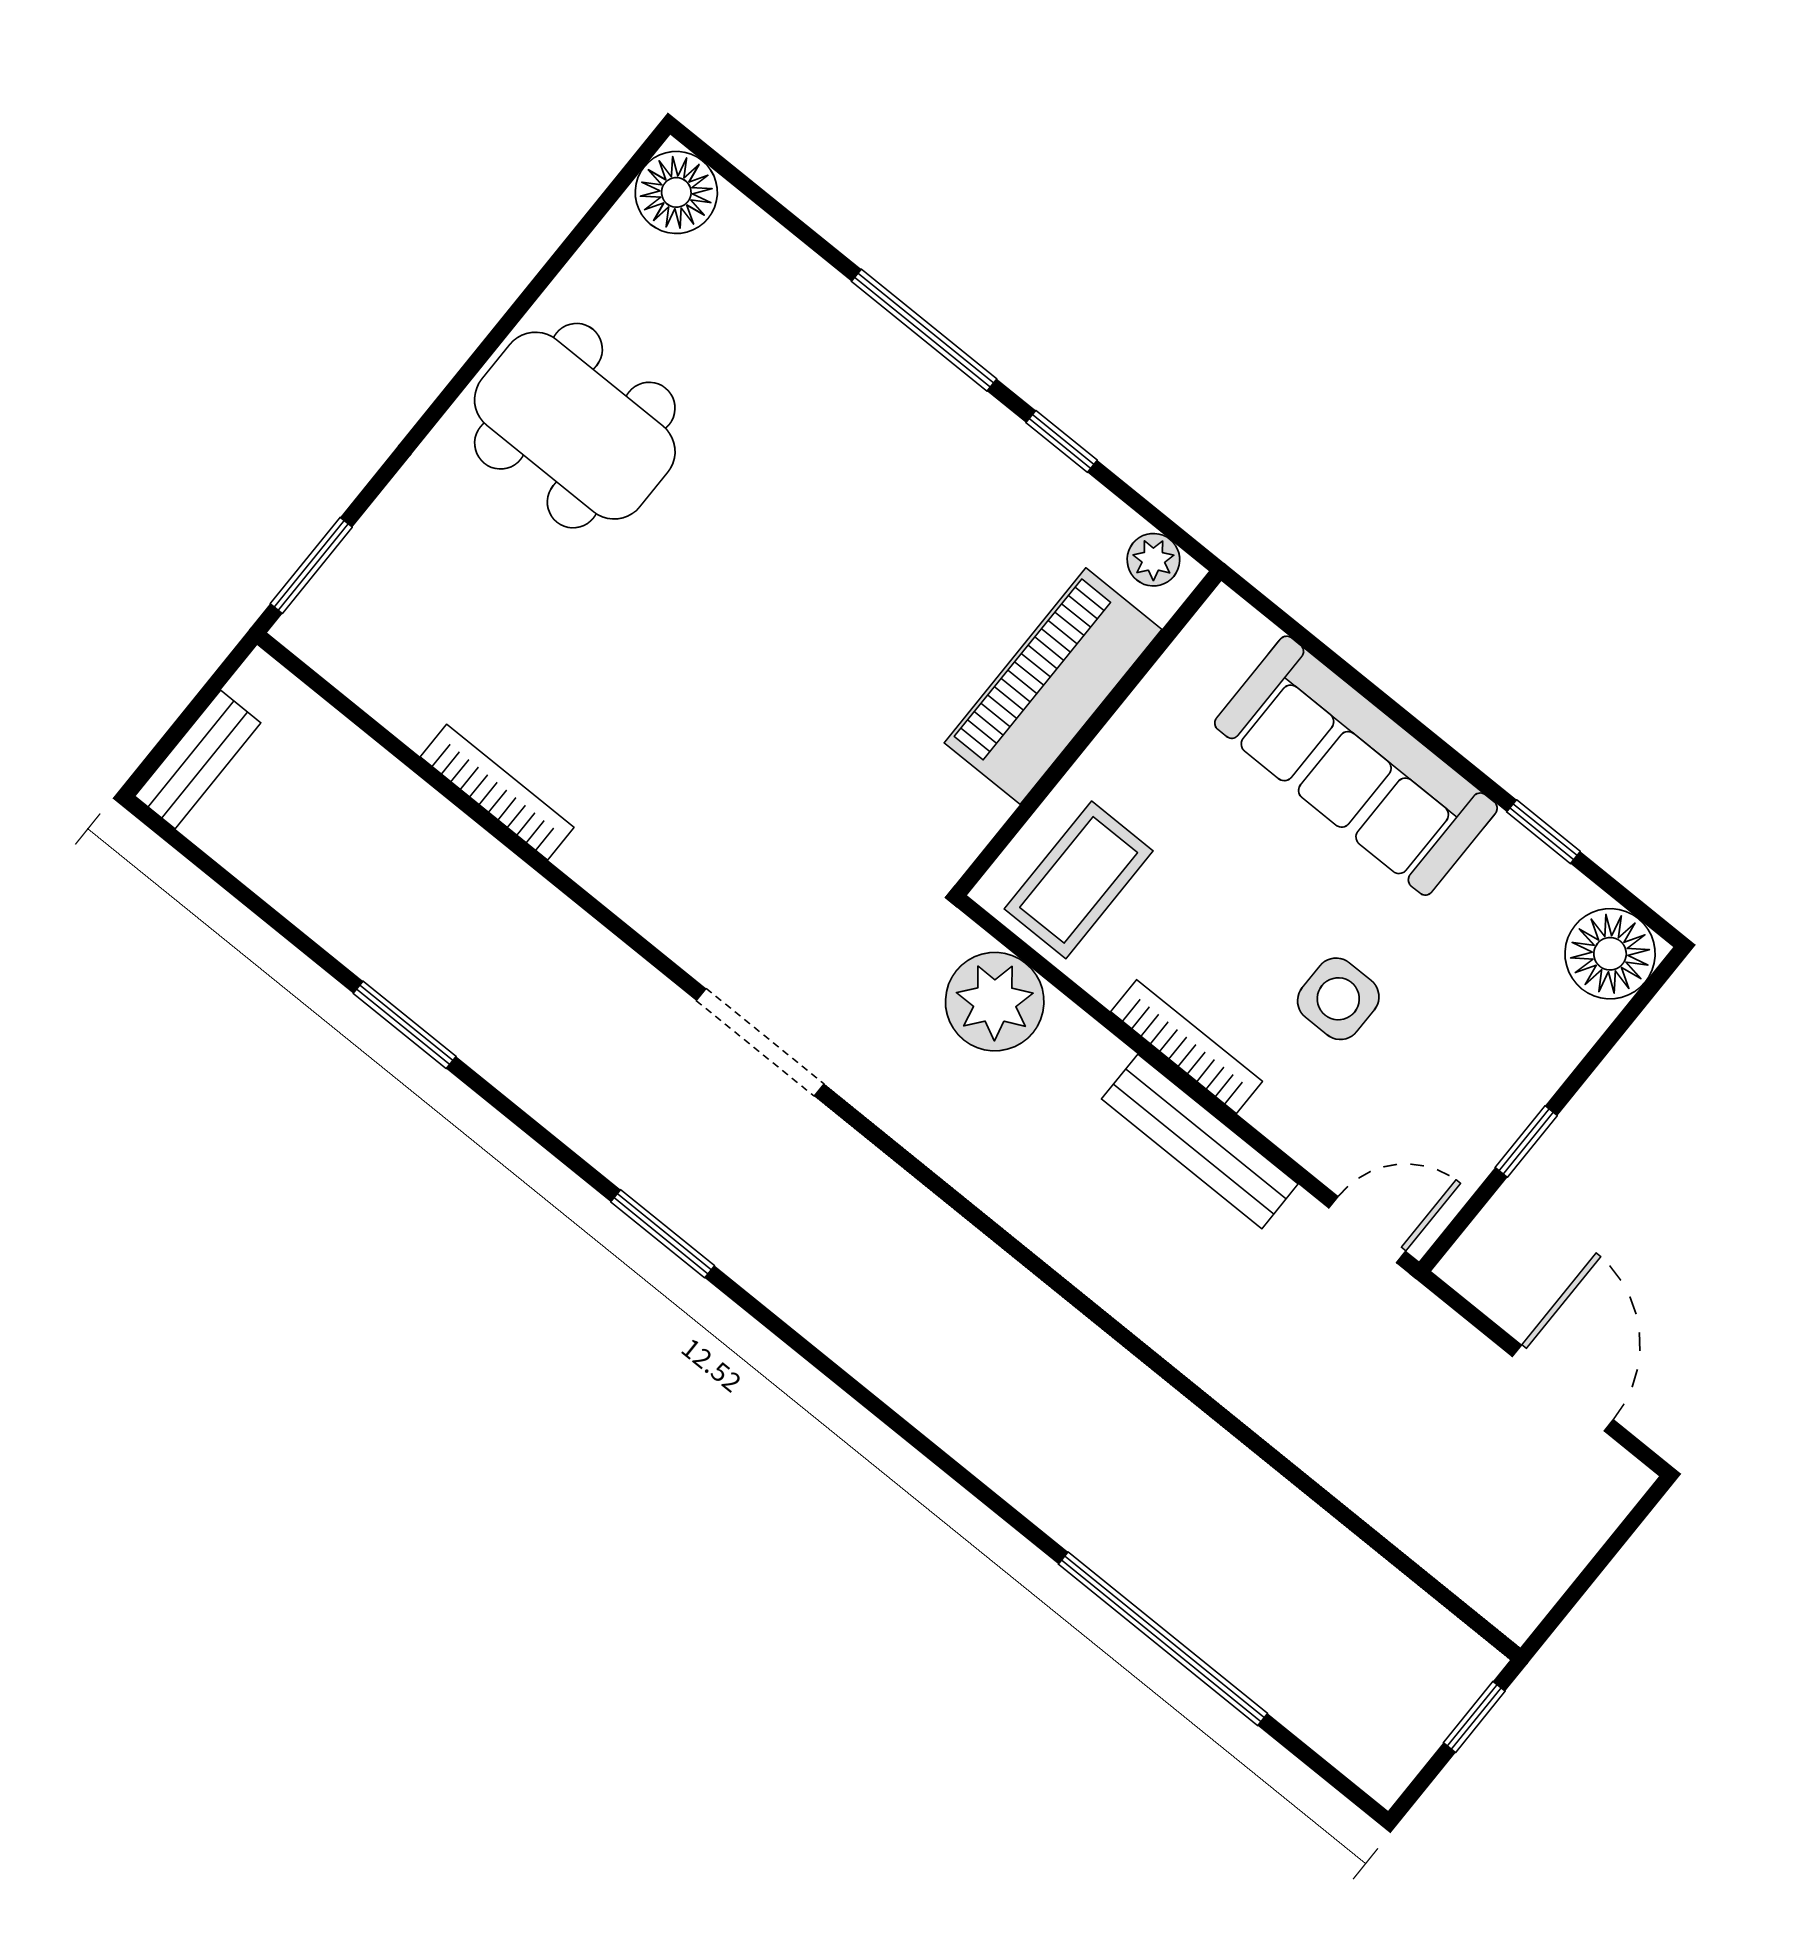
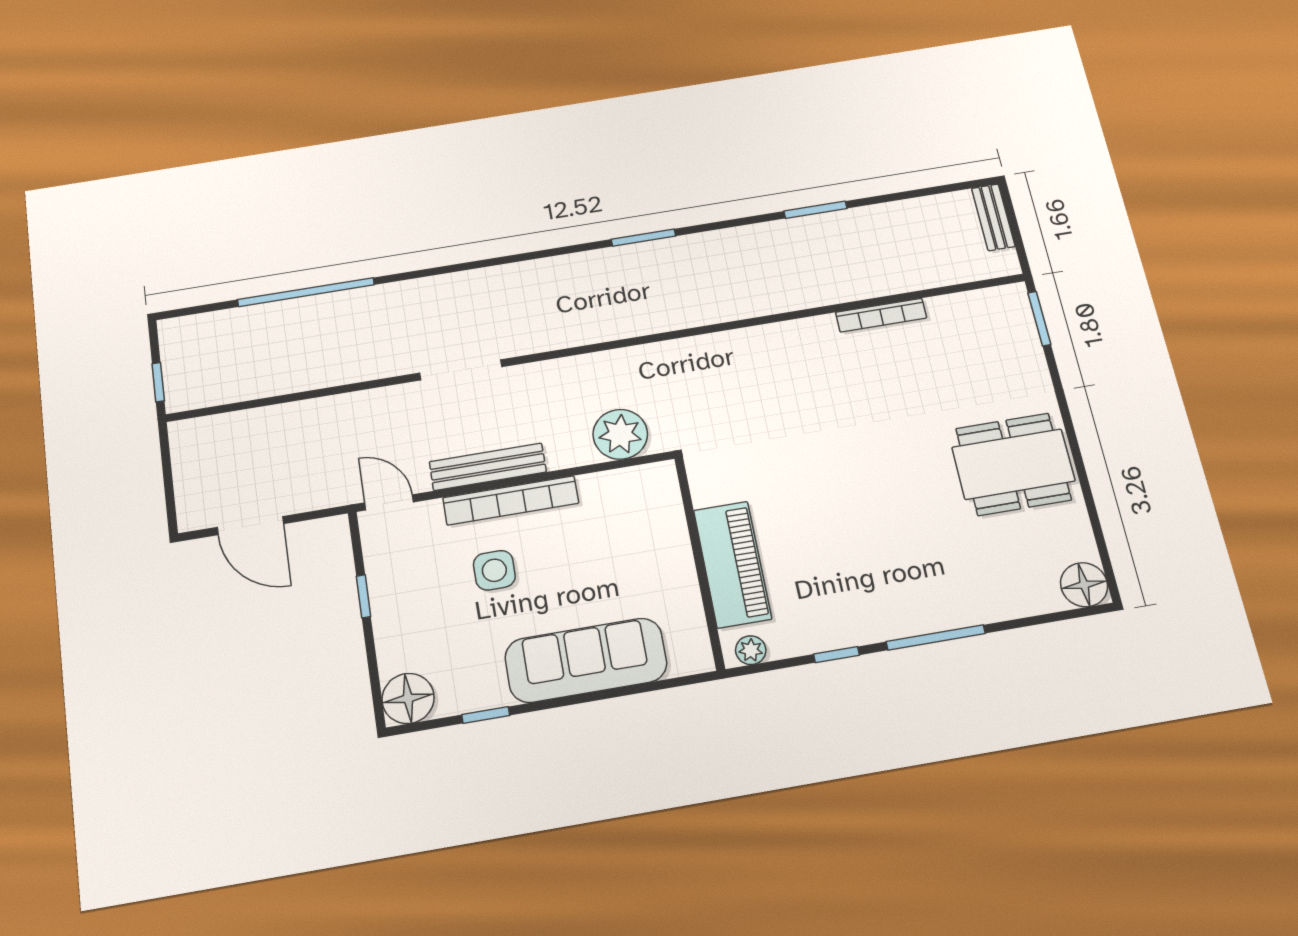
coffee table: (1079, 880) -> (640, 508), removed
doorway: (760, 1042) -> (461, 370), moved
bookcase: (1187, 1047) -> (511, 500), width x1.48, depth x1.31
door: (1367, 1230) -> (389, 502), swing flipped

